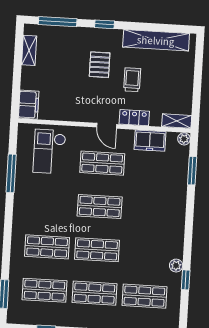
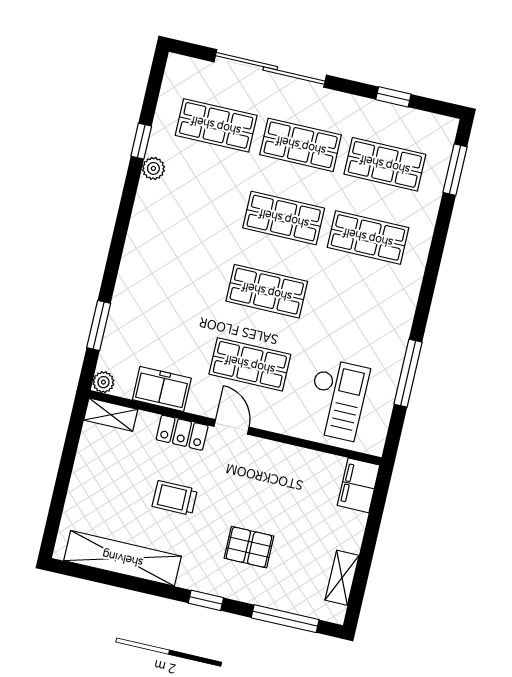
pallet: (100, 65) -> (249, 547), moved, turned 90
trolley: (132, 80) -> (175, 498), turned 90

